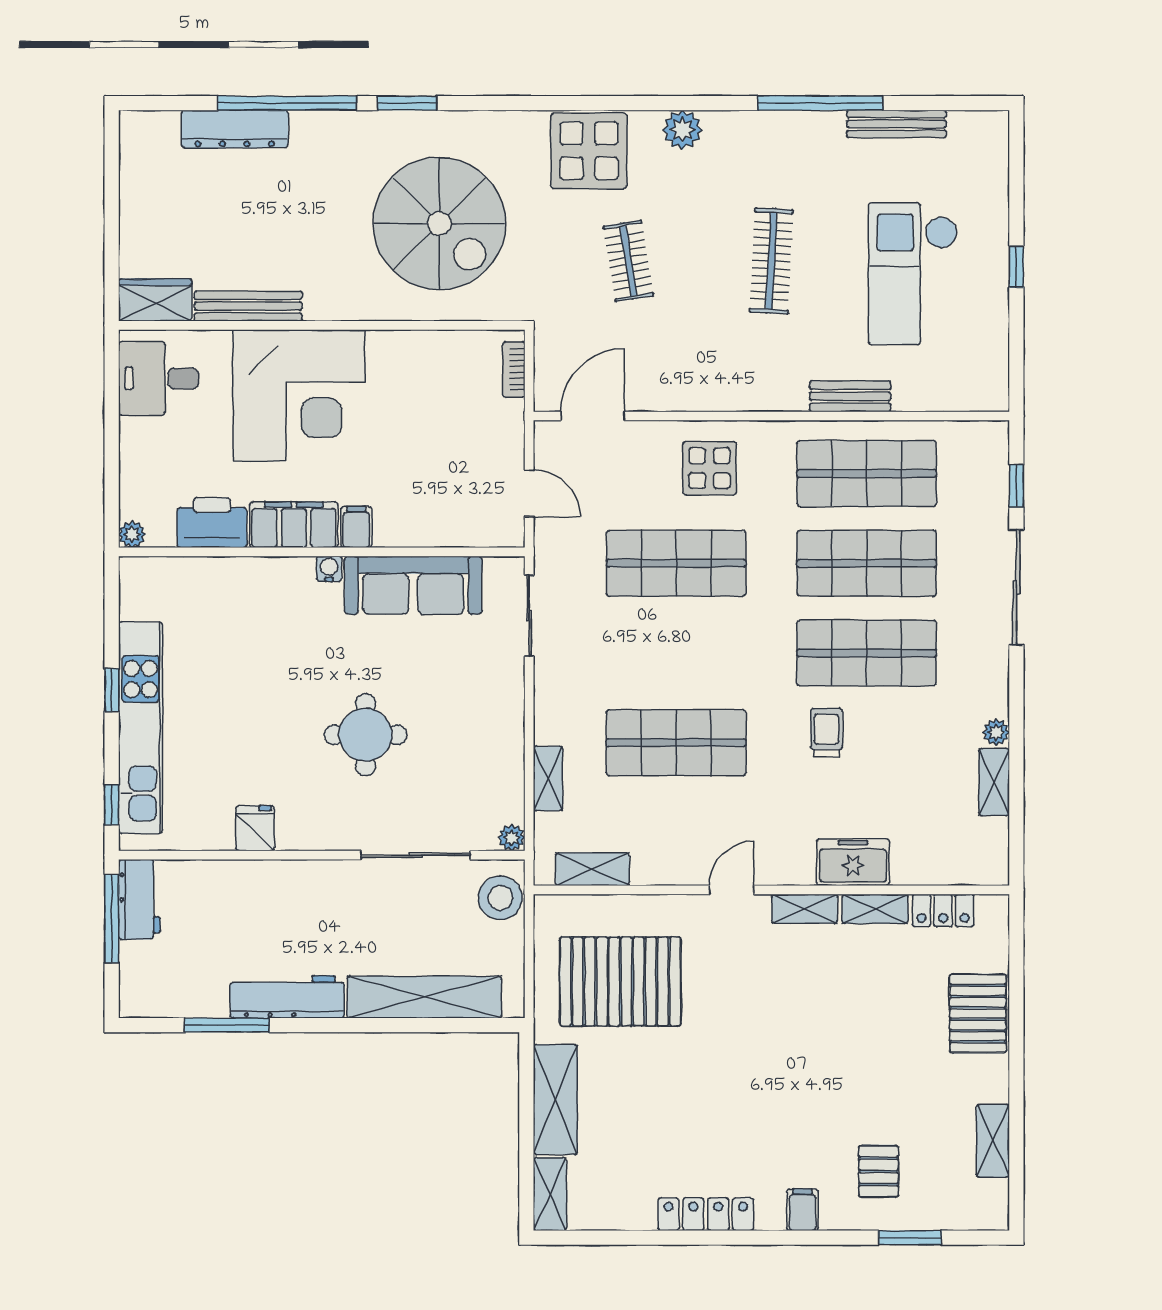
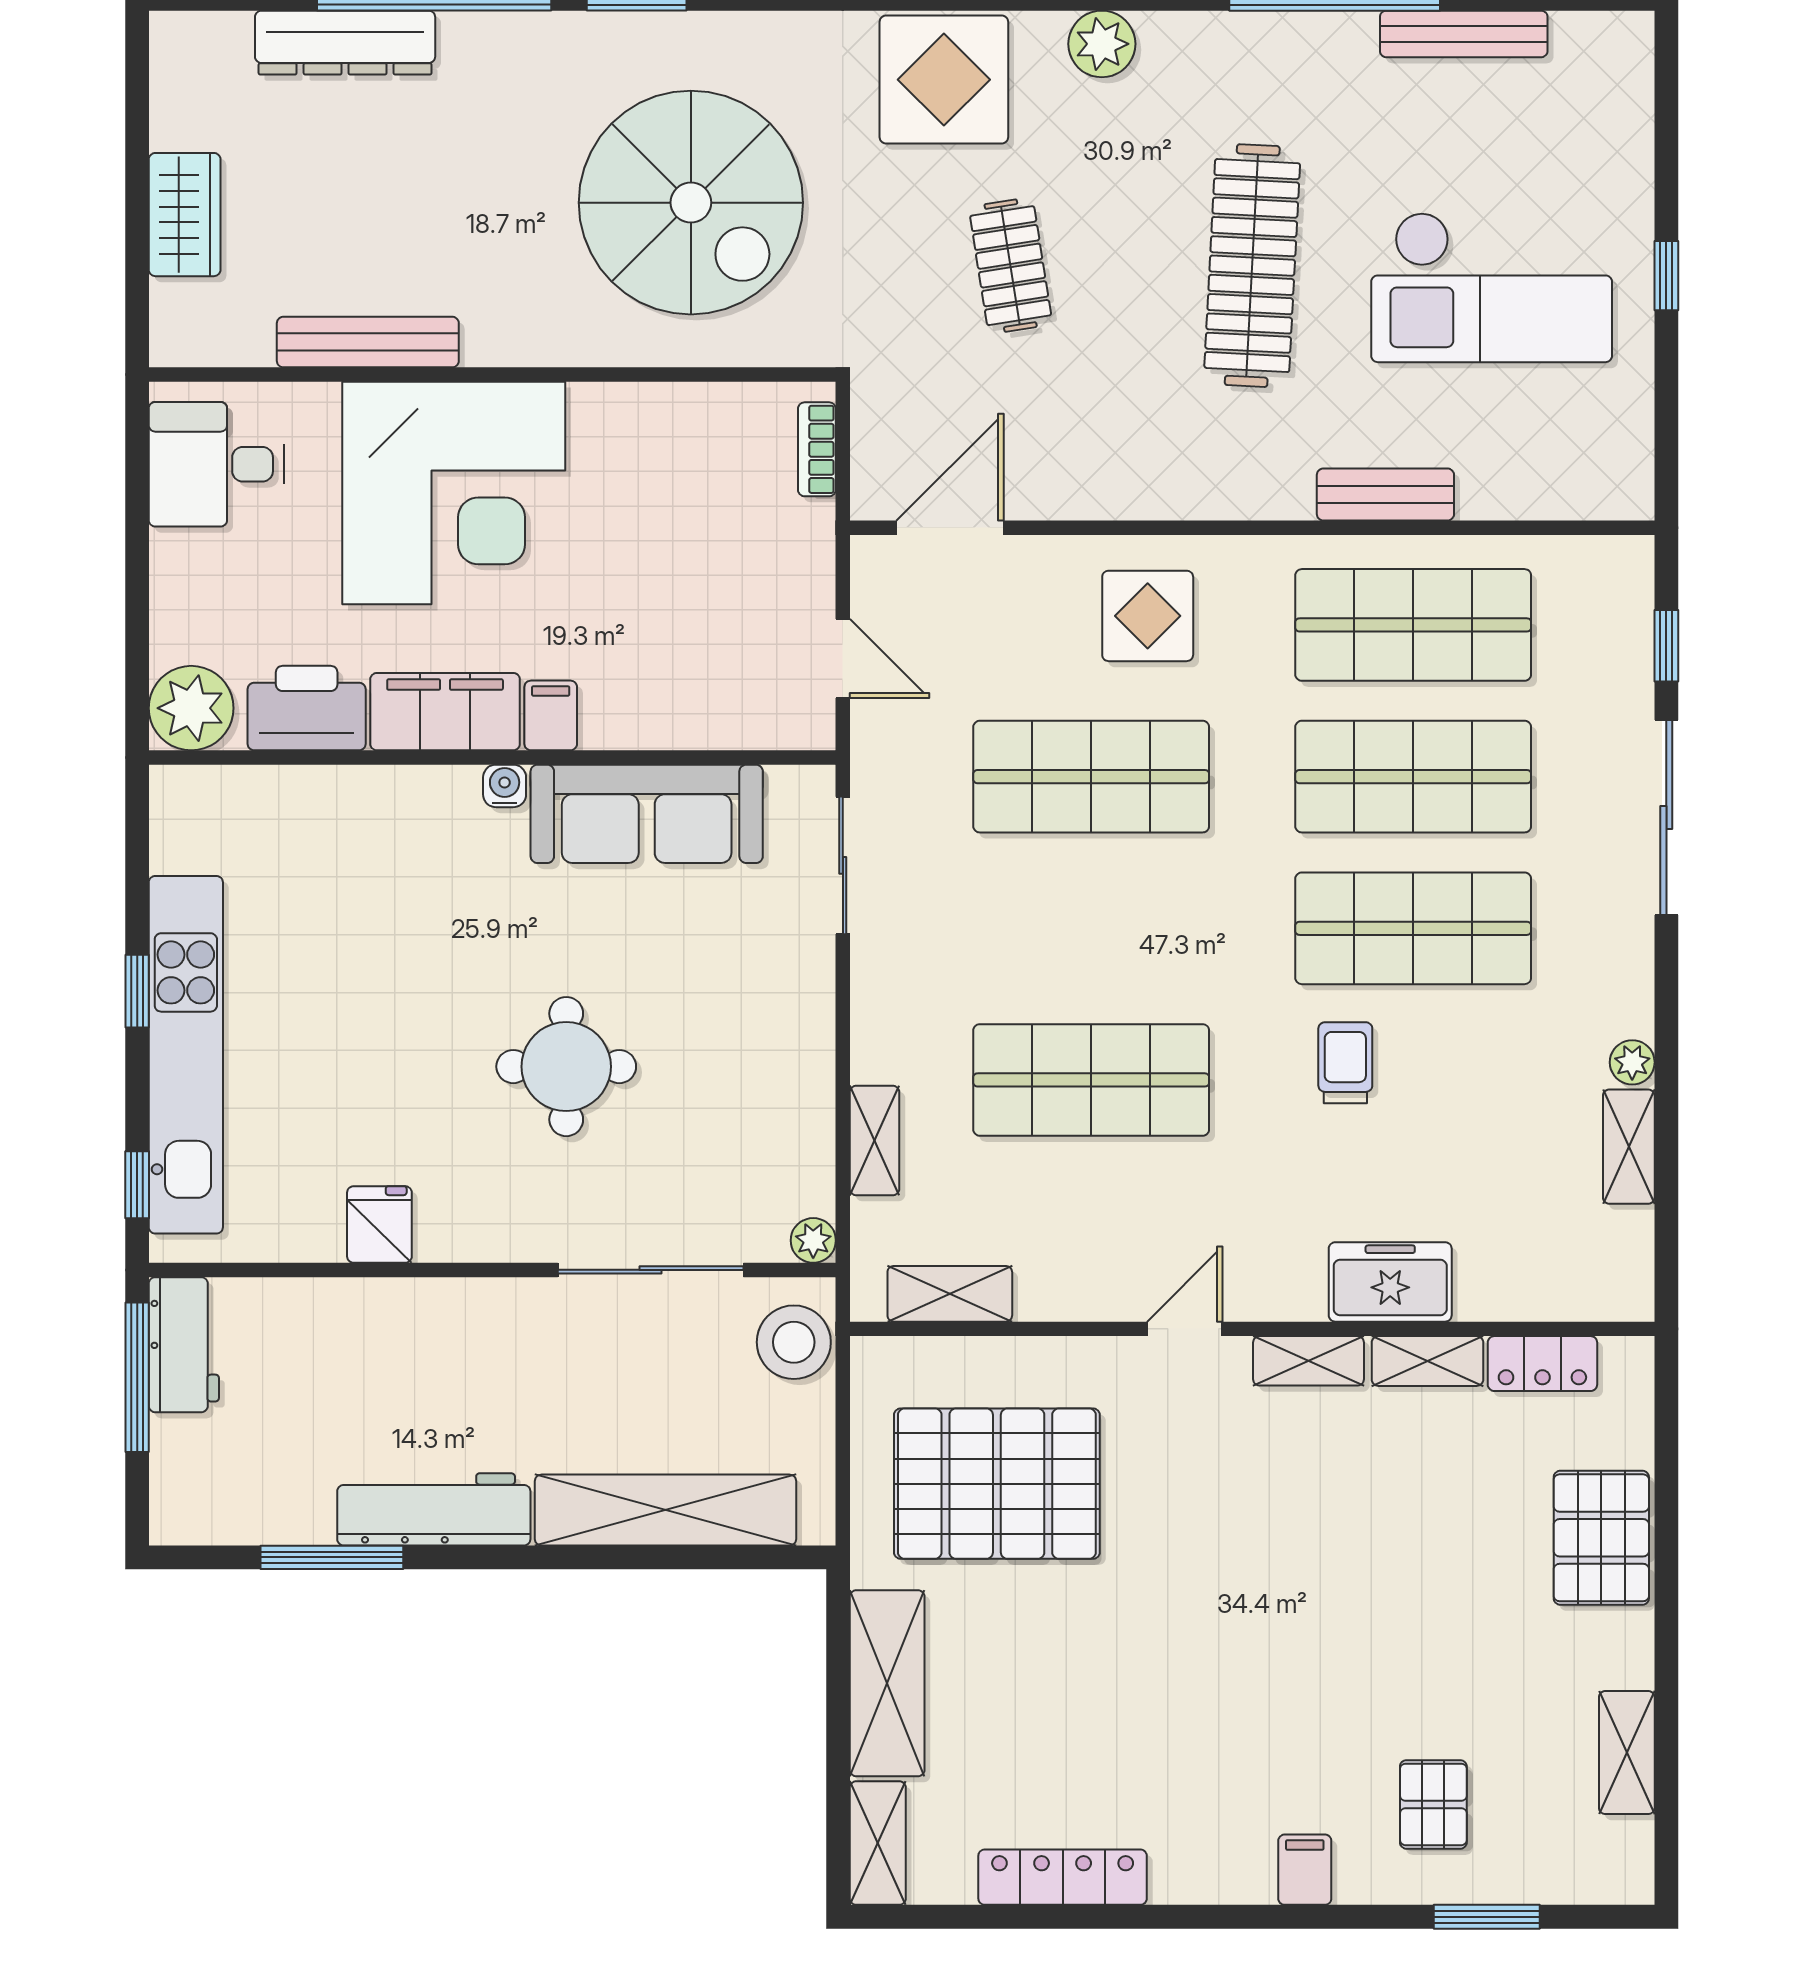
clothes rail: (771, 261) -> (1252, 266), width x1.37, depth x1.31
checkout: (913, 274) -> (1492, 287), turned -90
wardrobe: (155, 300) -> (185, 215), moved, turned 90
plant: (132, 534) -> (191, 708), width x1.88, depth x1.88
locker: (706, 1214) -> (1063, 1877), moved

